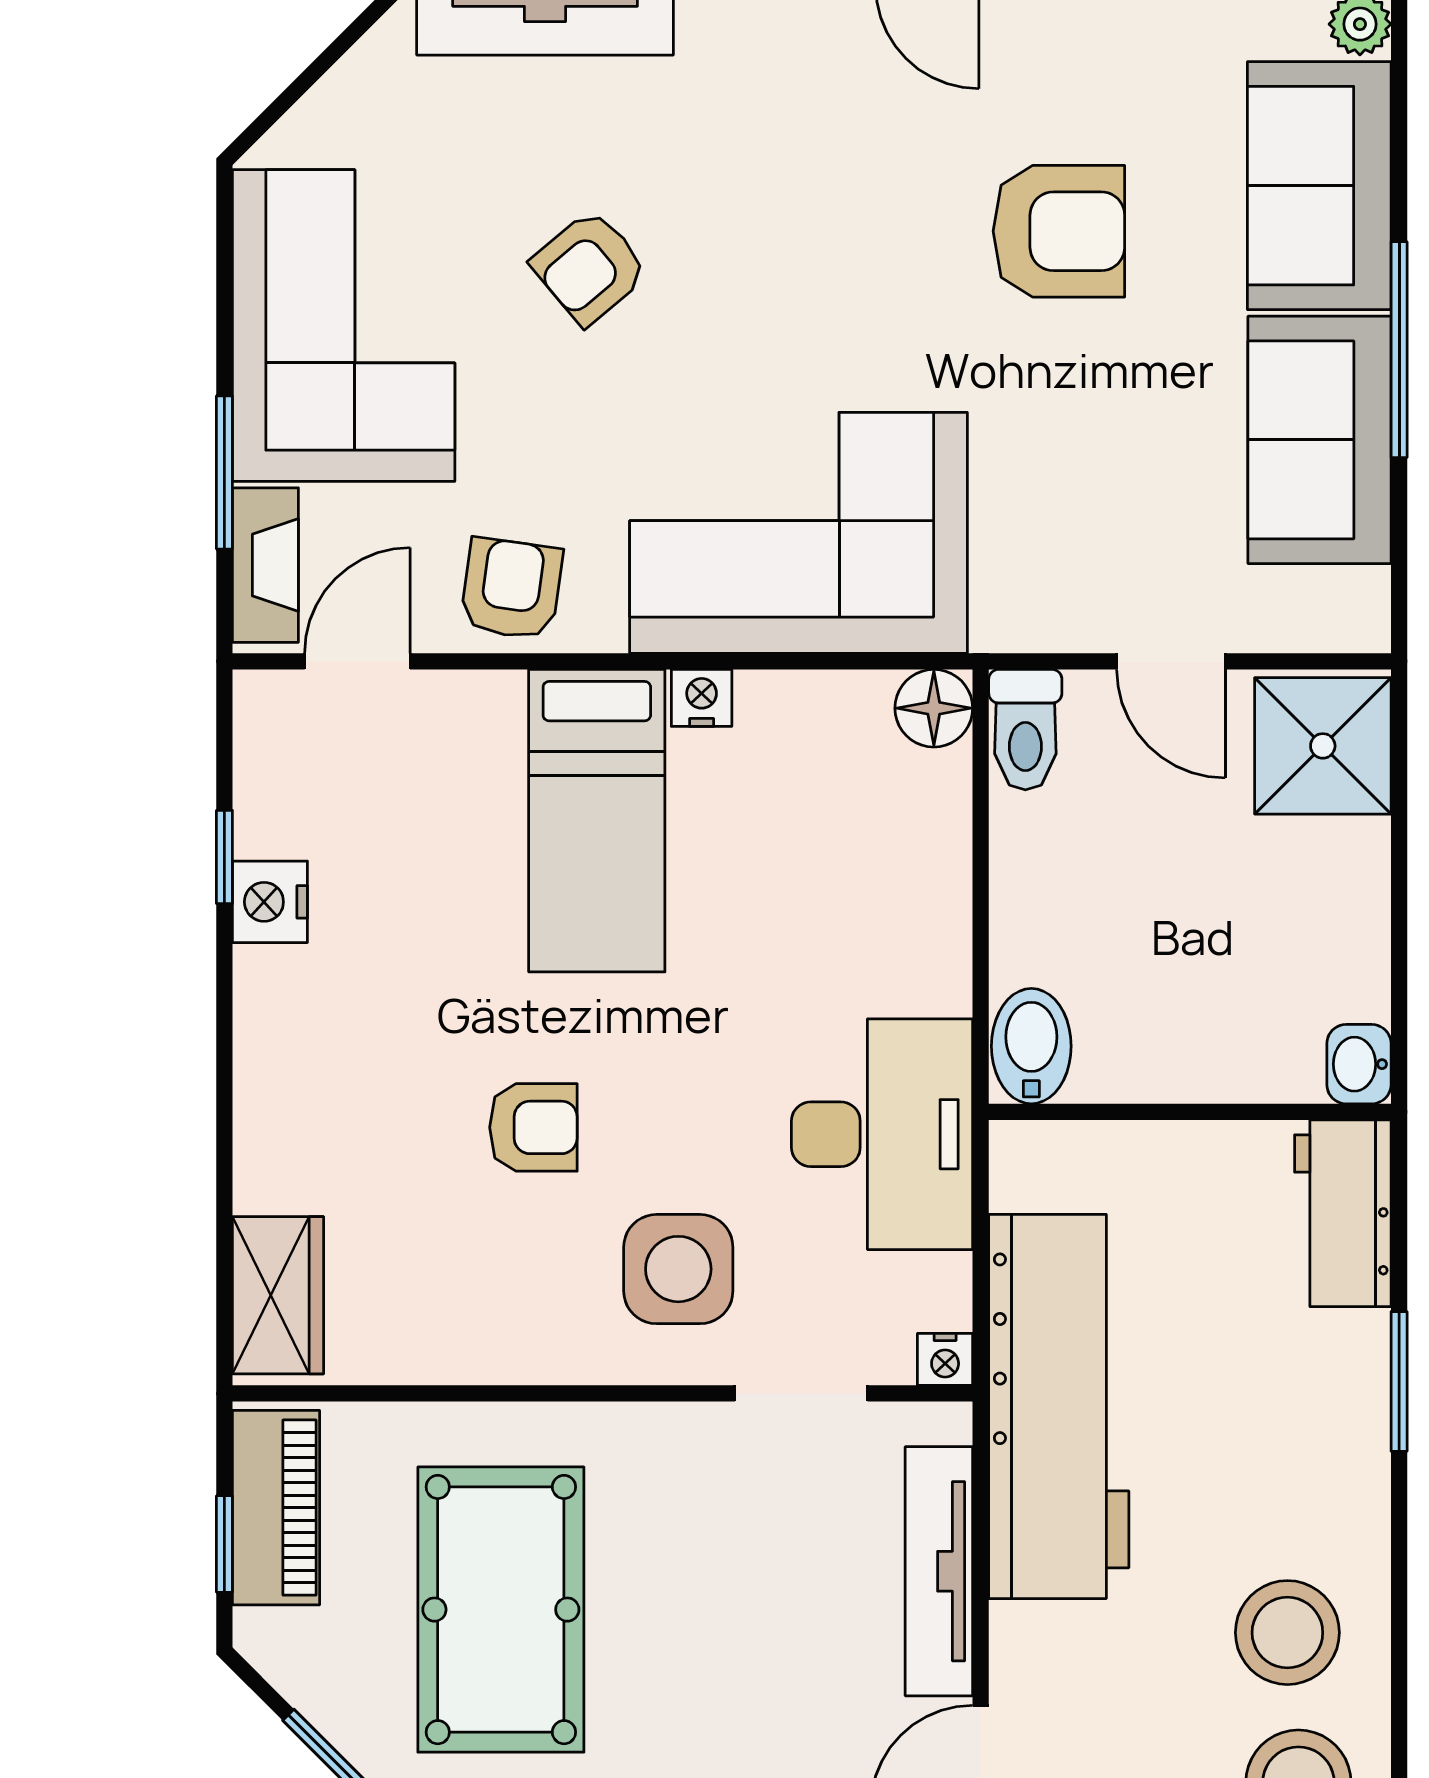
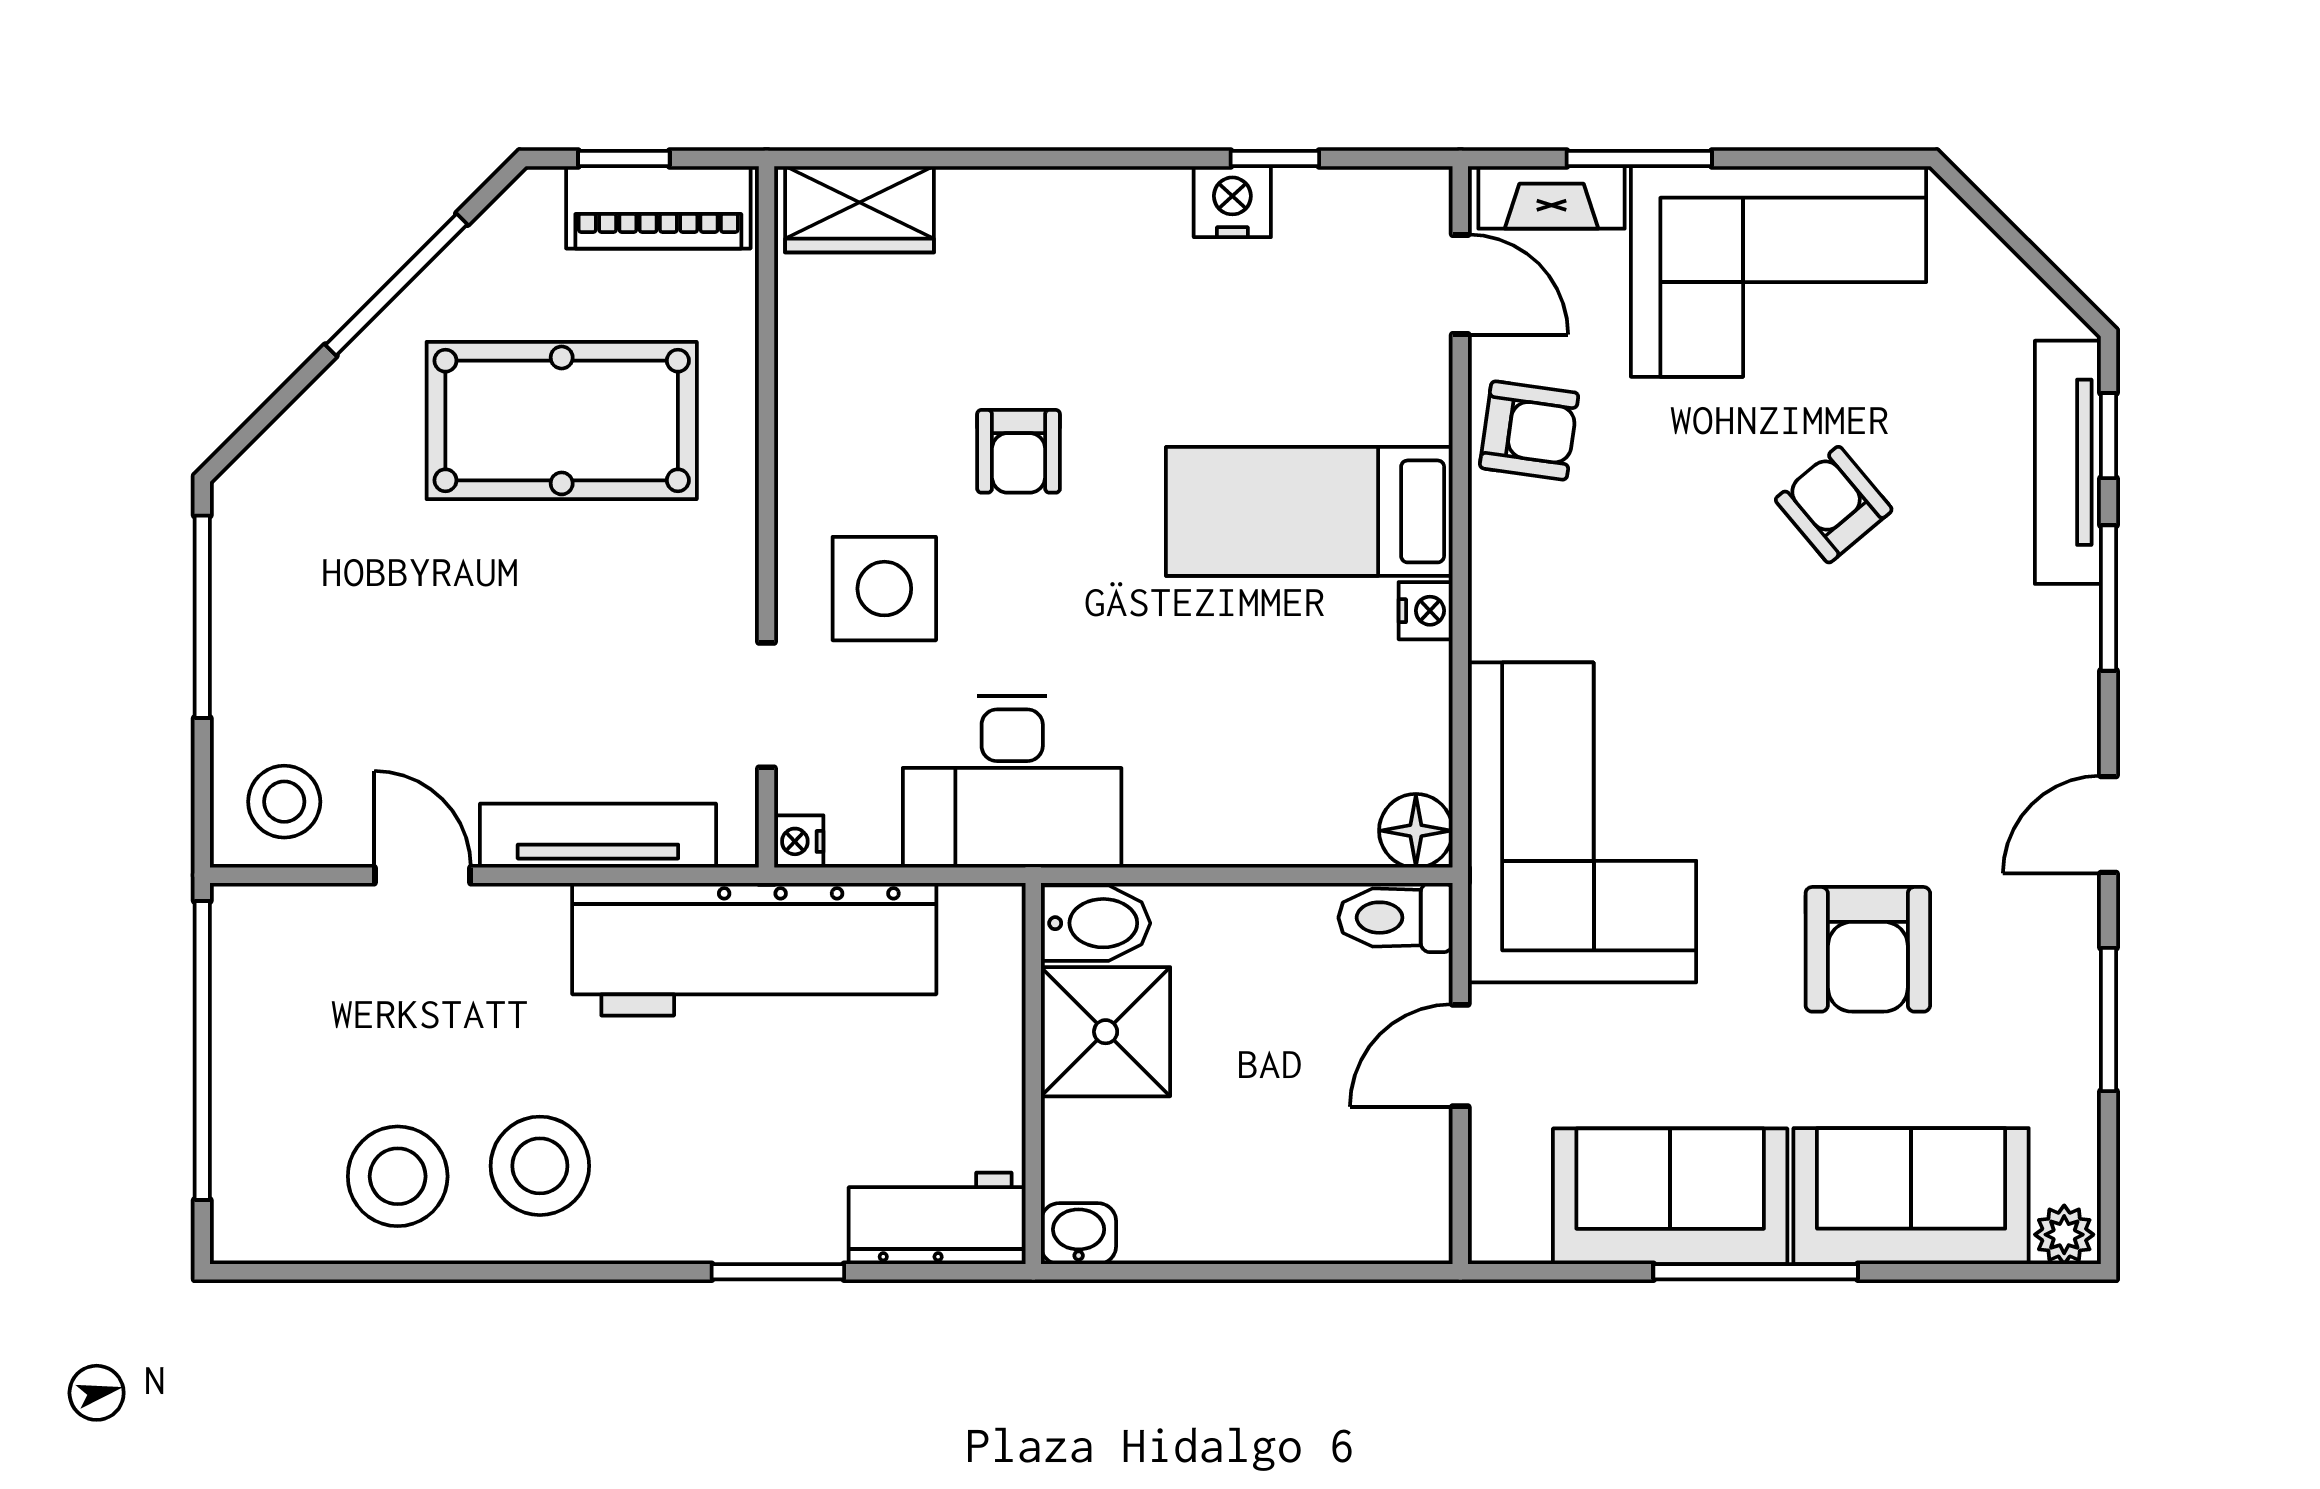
corner sofa: (799, 533) -> (1582, 822), moved
shower: (1323, 746) -> (1106, 1032), moved

